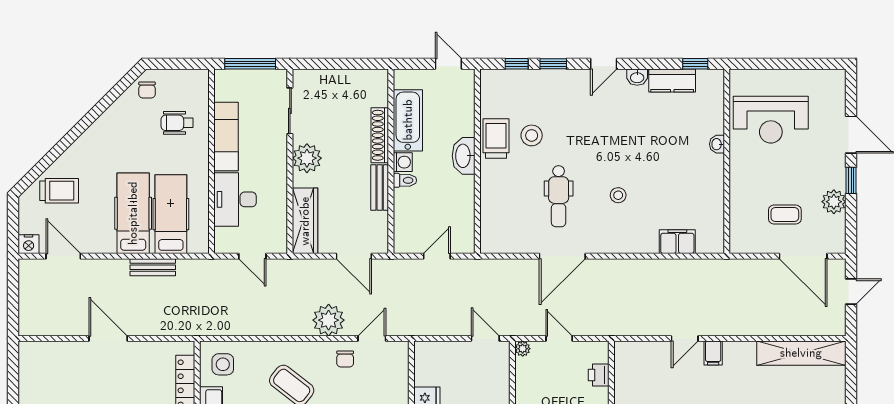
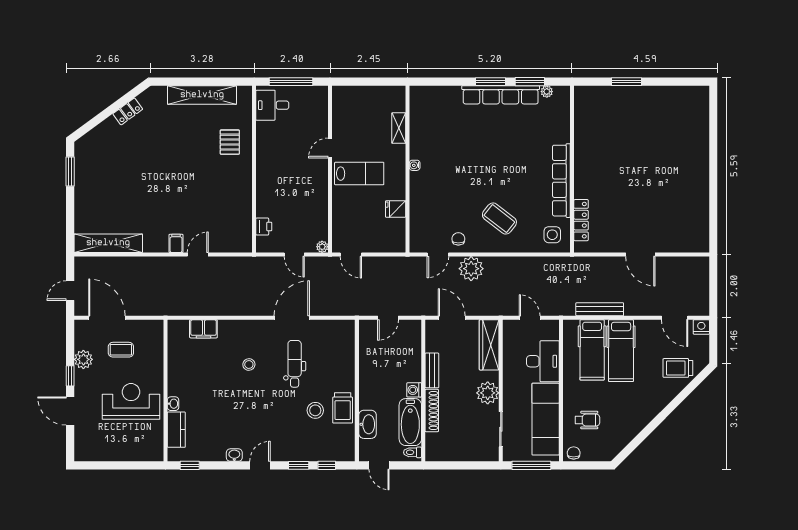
kitchen counter: (672, 81) -> (176, 430), moved, turned 90
chair: (147, 90) -> (574, 453), moved
reception desk: (771, 120) -> (131, 401), moved
exam couch: (226, 136) -> (546, 419), width x1.36, depth x1.45
washbasin: (464, 156) -> (367, 424), moved
toilet: (405, 180) -> (413, 452), moved
bench: (153, 267) -> (600, 309), width x1.36

